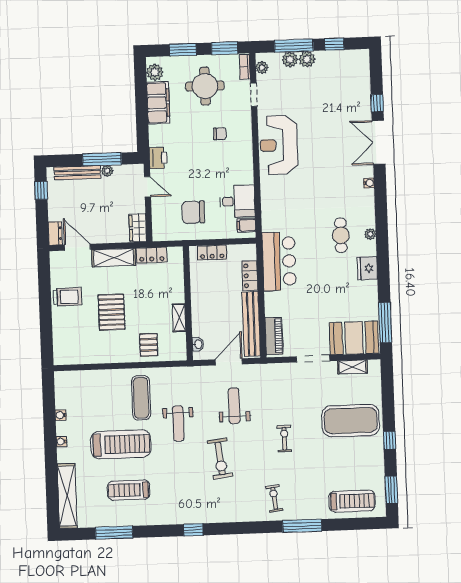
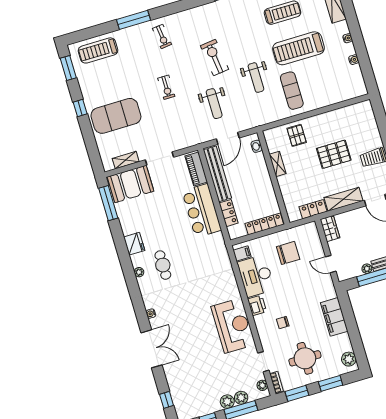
filing cabinet: (158, 103) -> (334, 317), moved
window: (377, 103) -> (167, 400), moved
printer: (158, 158) -> (257, 305), moved, turned 180
desk: (237, 201) -> (256, 276), width x1.37
locker: (212, 253) -> (264, 224), width x1.53
bar counter: (279, 261) -> (202, 211), moved
pallet: (112, 312) -> (334, 154), turned 90
weight bench: (178, 423) -> (256, 78), turned 180

